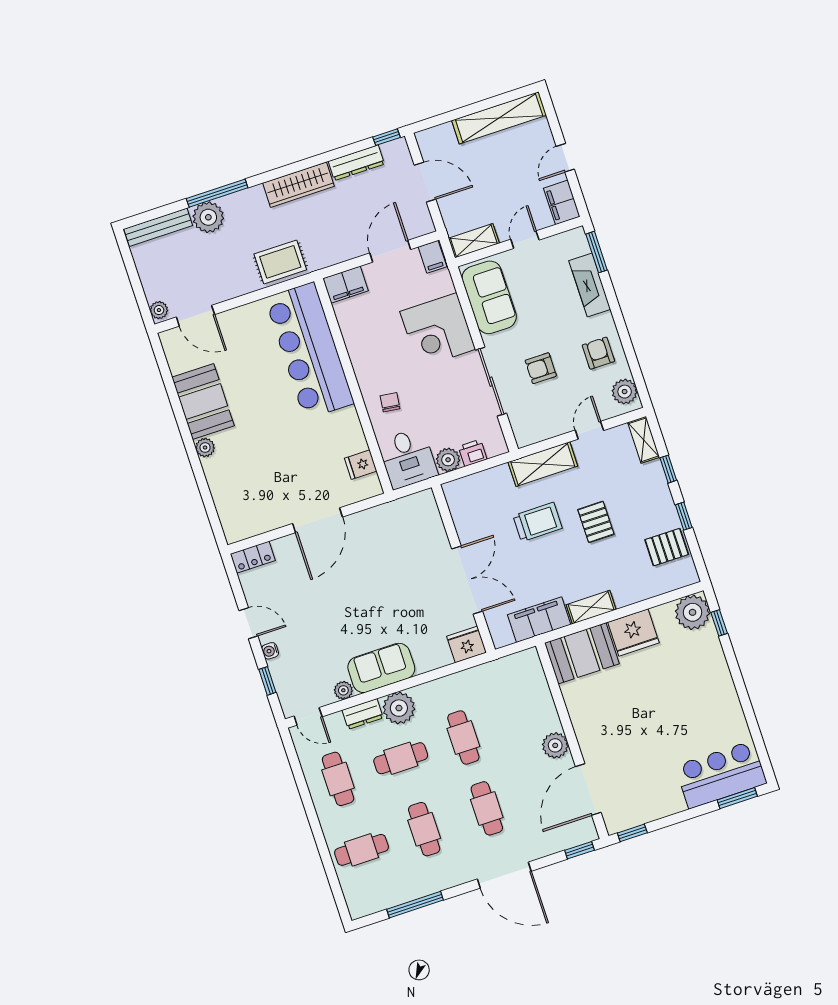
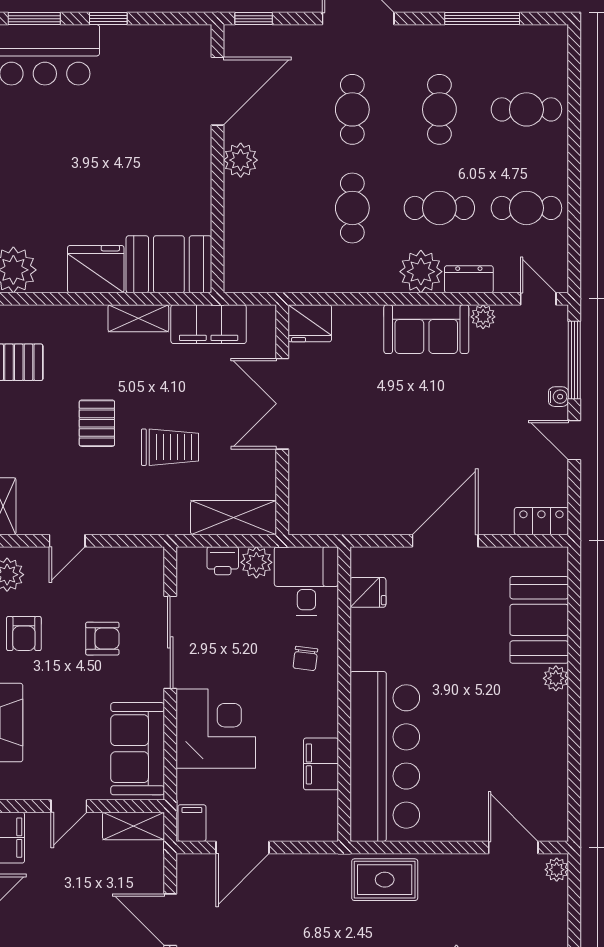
filing cabinet: (346, 285) -> (321, 764), moved, turned -90
booth: (203, 402) -> (539, 620), moved
shelving: (543, 464) -> (234, 518), moved
trolley: (538, 522) -> (170, 447), turned 180
window: (267, 681) -> (574, 360), width x2.17
cafe table: (338, 779) -> (526, 208), turned 90
window: (632, 833) -> (108, 19), moved

